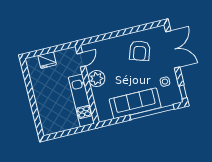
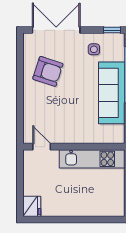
fridge: (47, 60) -> (32, 206), moved
plant: (97, 79) -> (70, 133), removed

